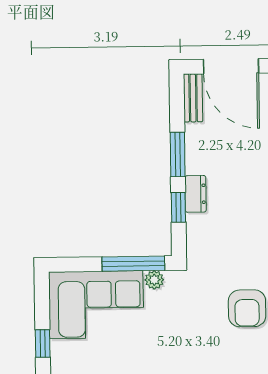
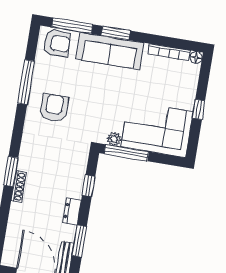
window: (178, 154) -> (79, 241), moved
dresser: (196, 194) -> (72, 211), moved

